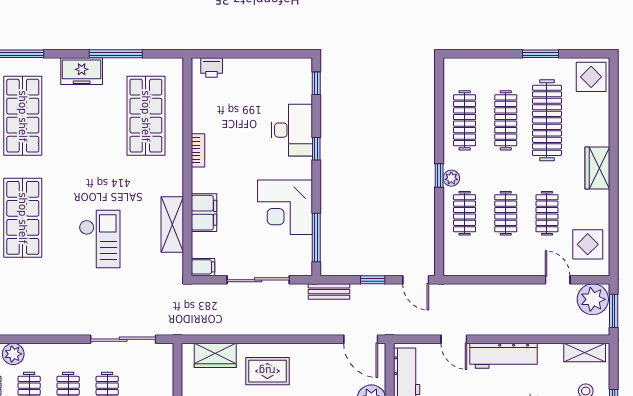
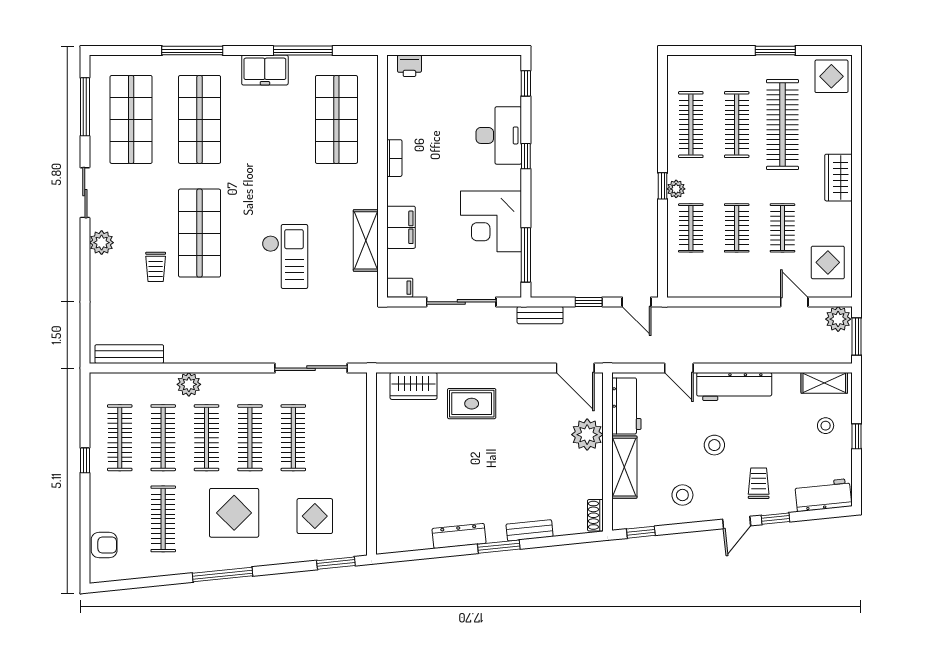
plant: (593, 299) -> (838, 319), width x0.73, depth x0.73

